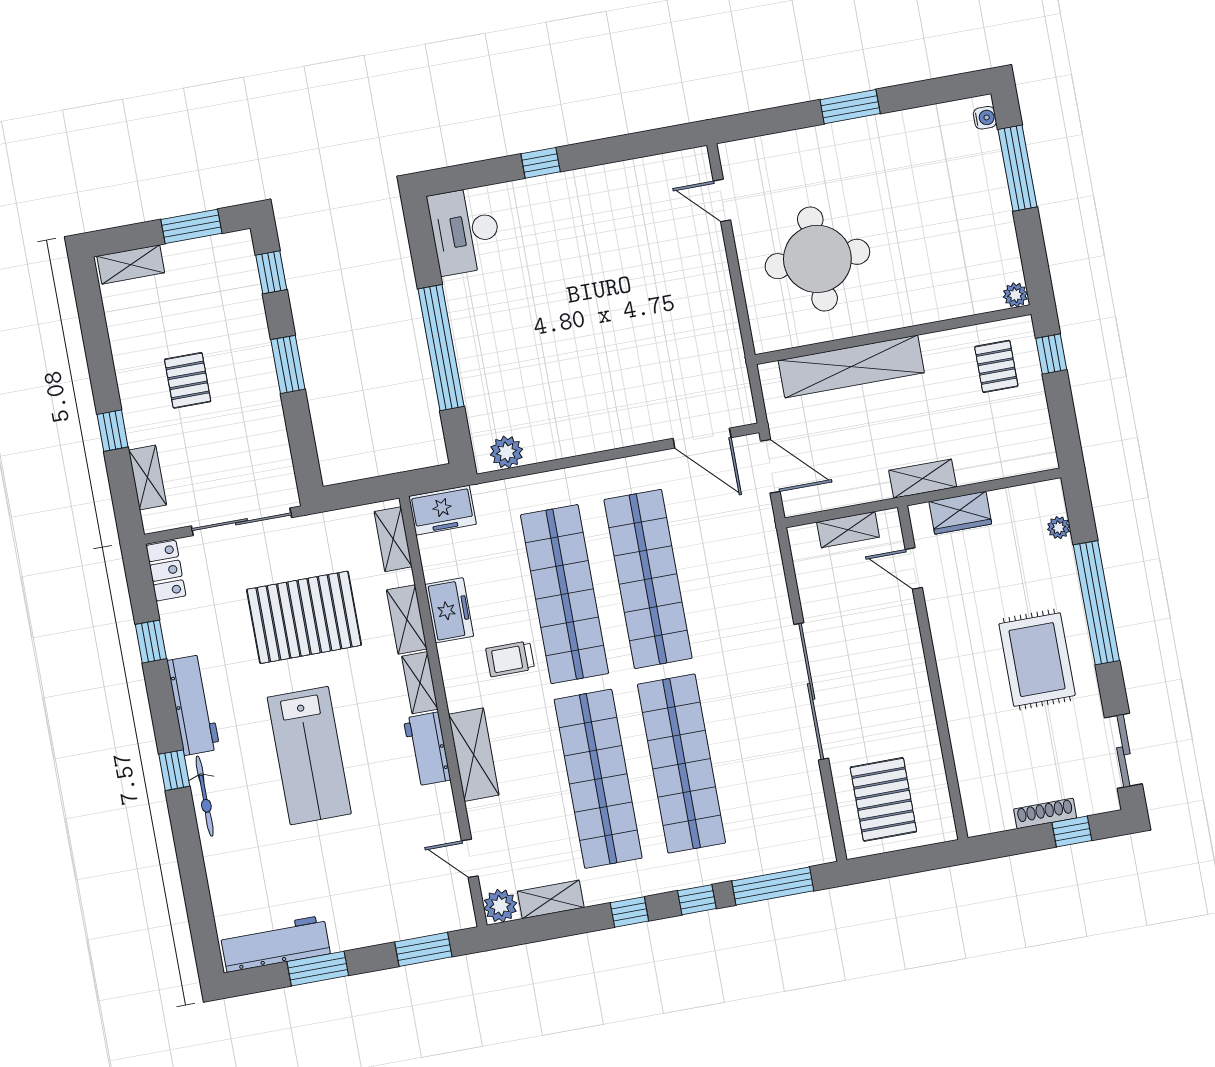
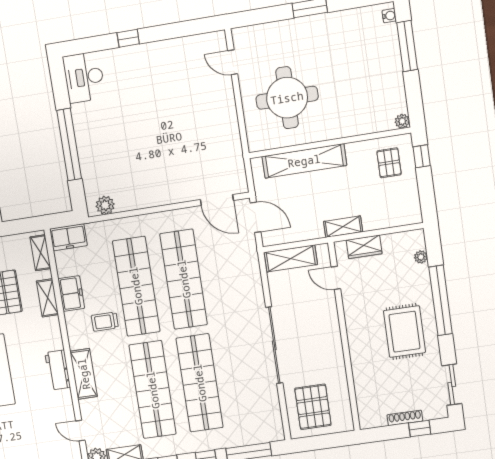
shelving: (848, 530) -> (291, 258), width x1.50, depth x1.33
shelving: (420, 683) -> (54, 333), removed

